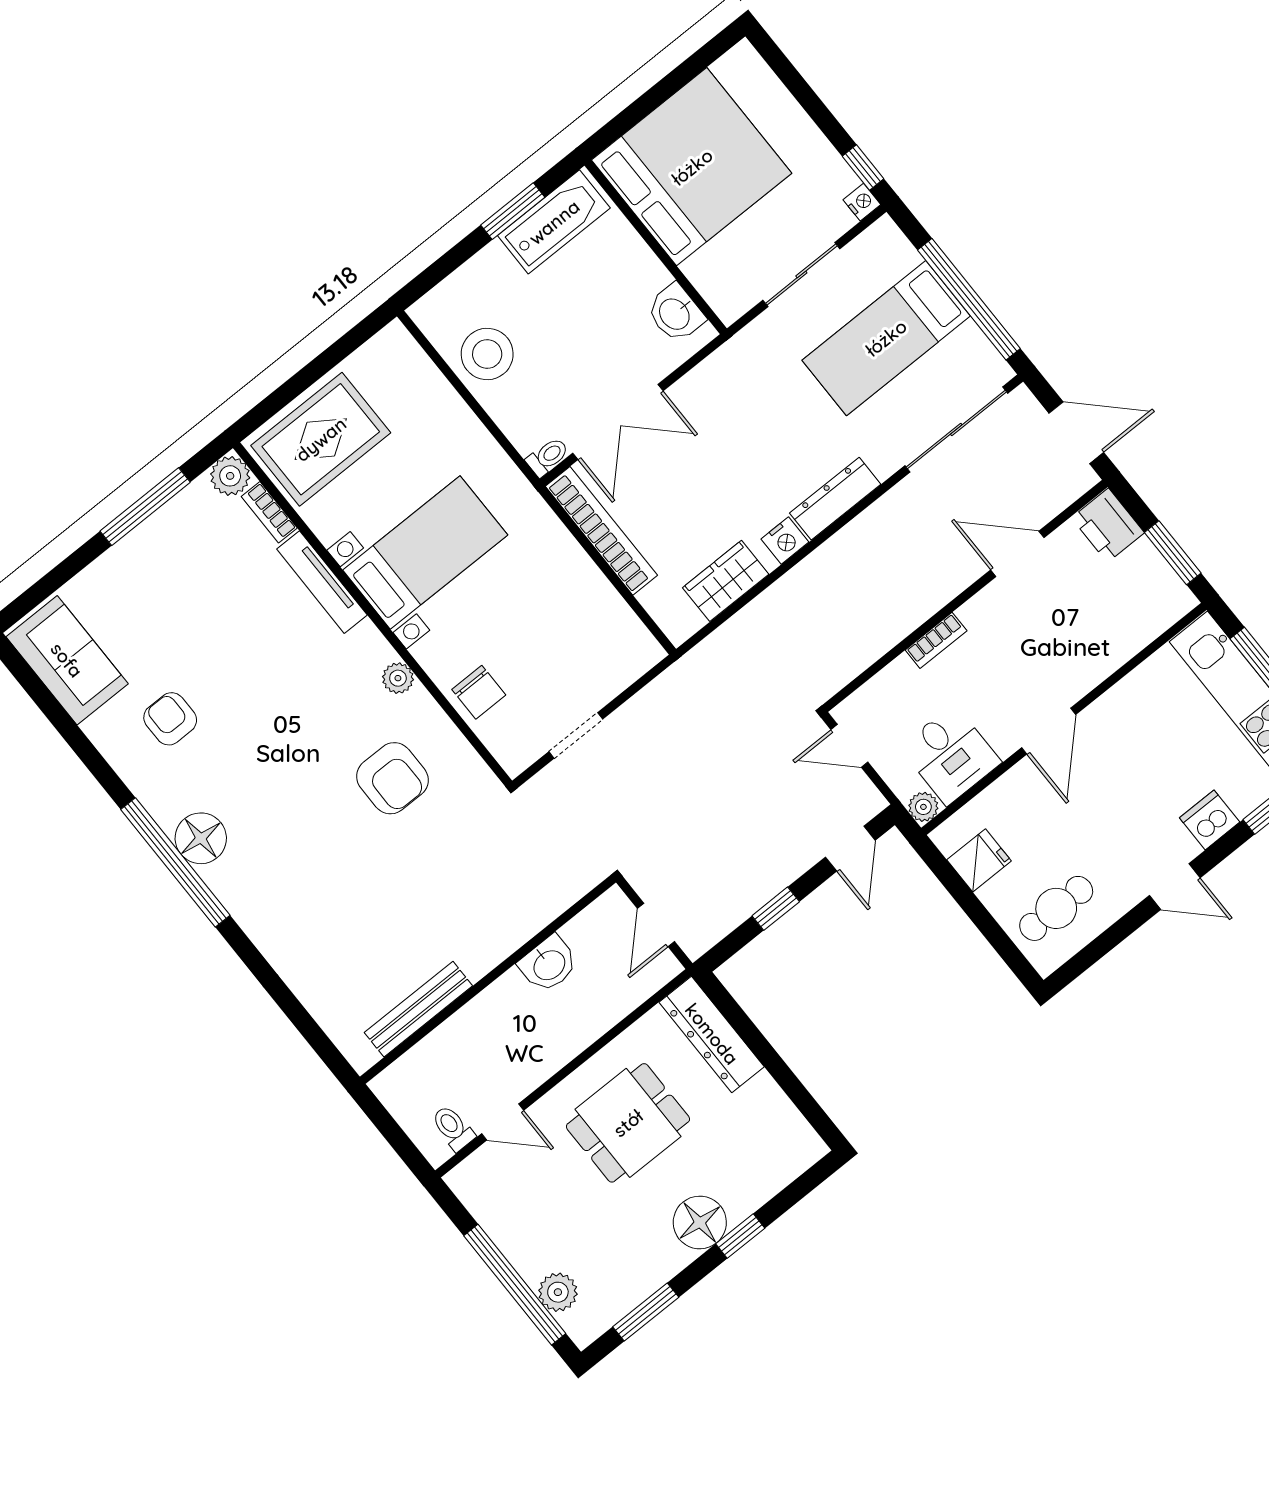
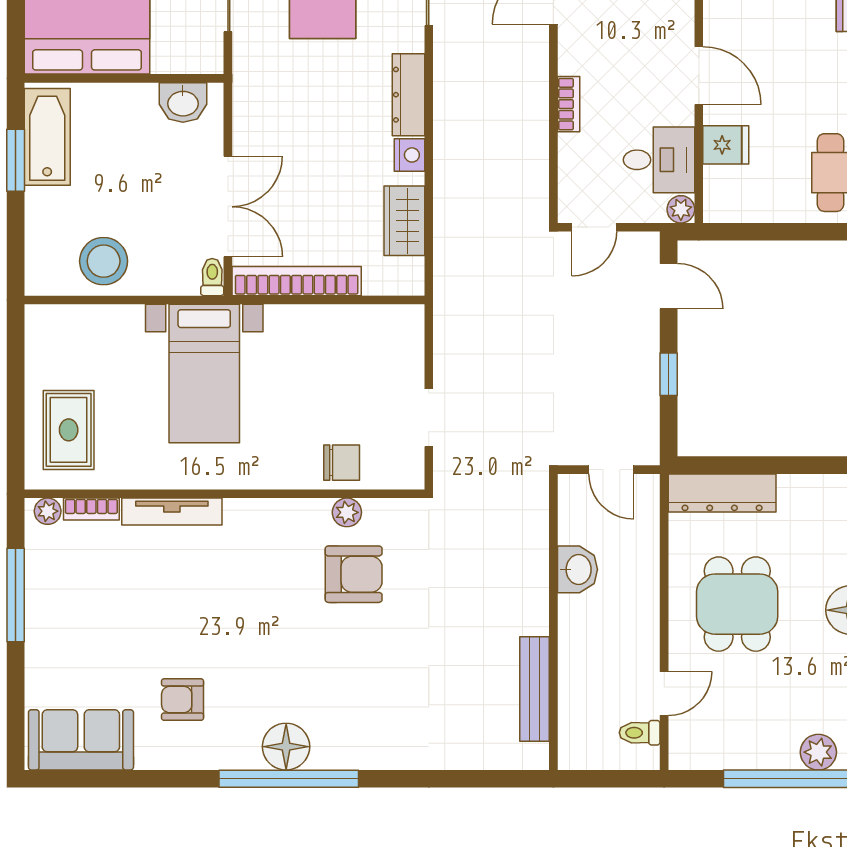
rug: (321, 439) -> (69, 430), width x0.73, depth x0.70
plant: (230, 476) -> (48, 511), width x0.73, depth x0.73
bed with nightstands: (425, 553) -> (204, 373), moved, turned 180
plant: (398, 678) -> (347, 512), moved
fridge: (979, 860) -> (726, 145), moved, turned 90

